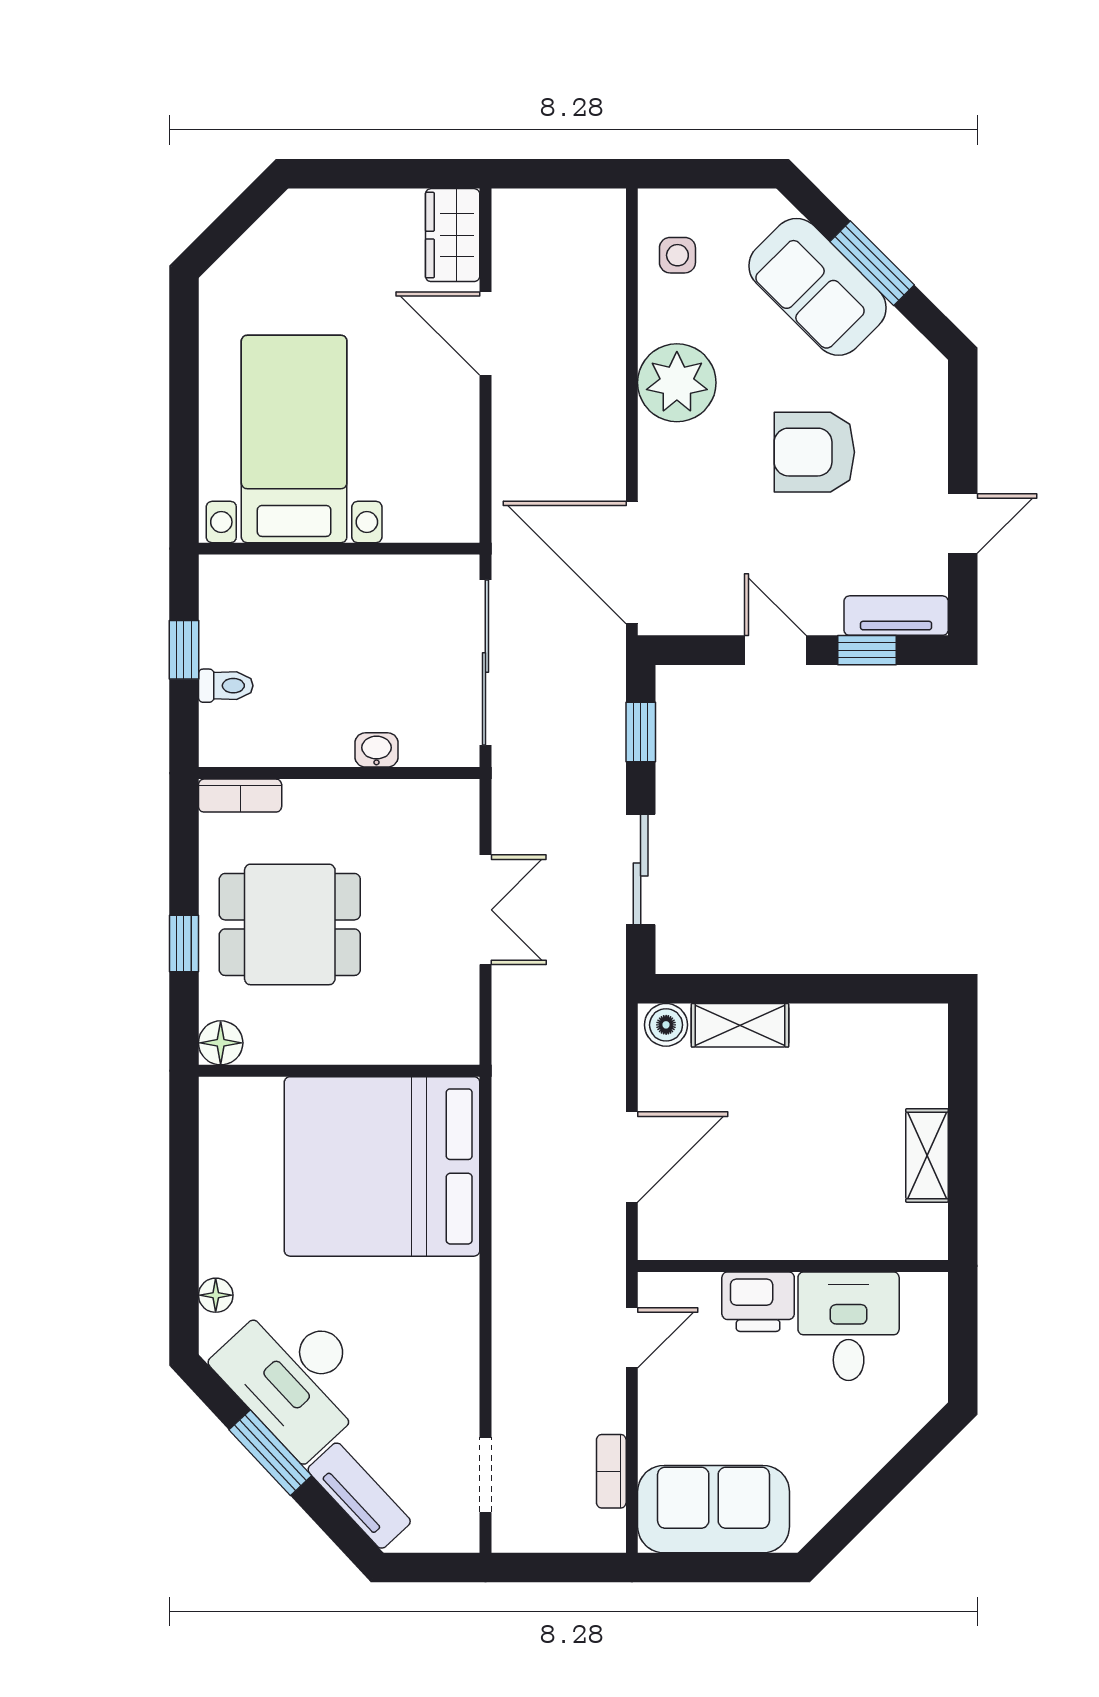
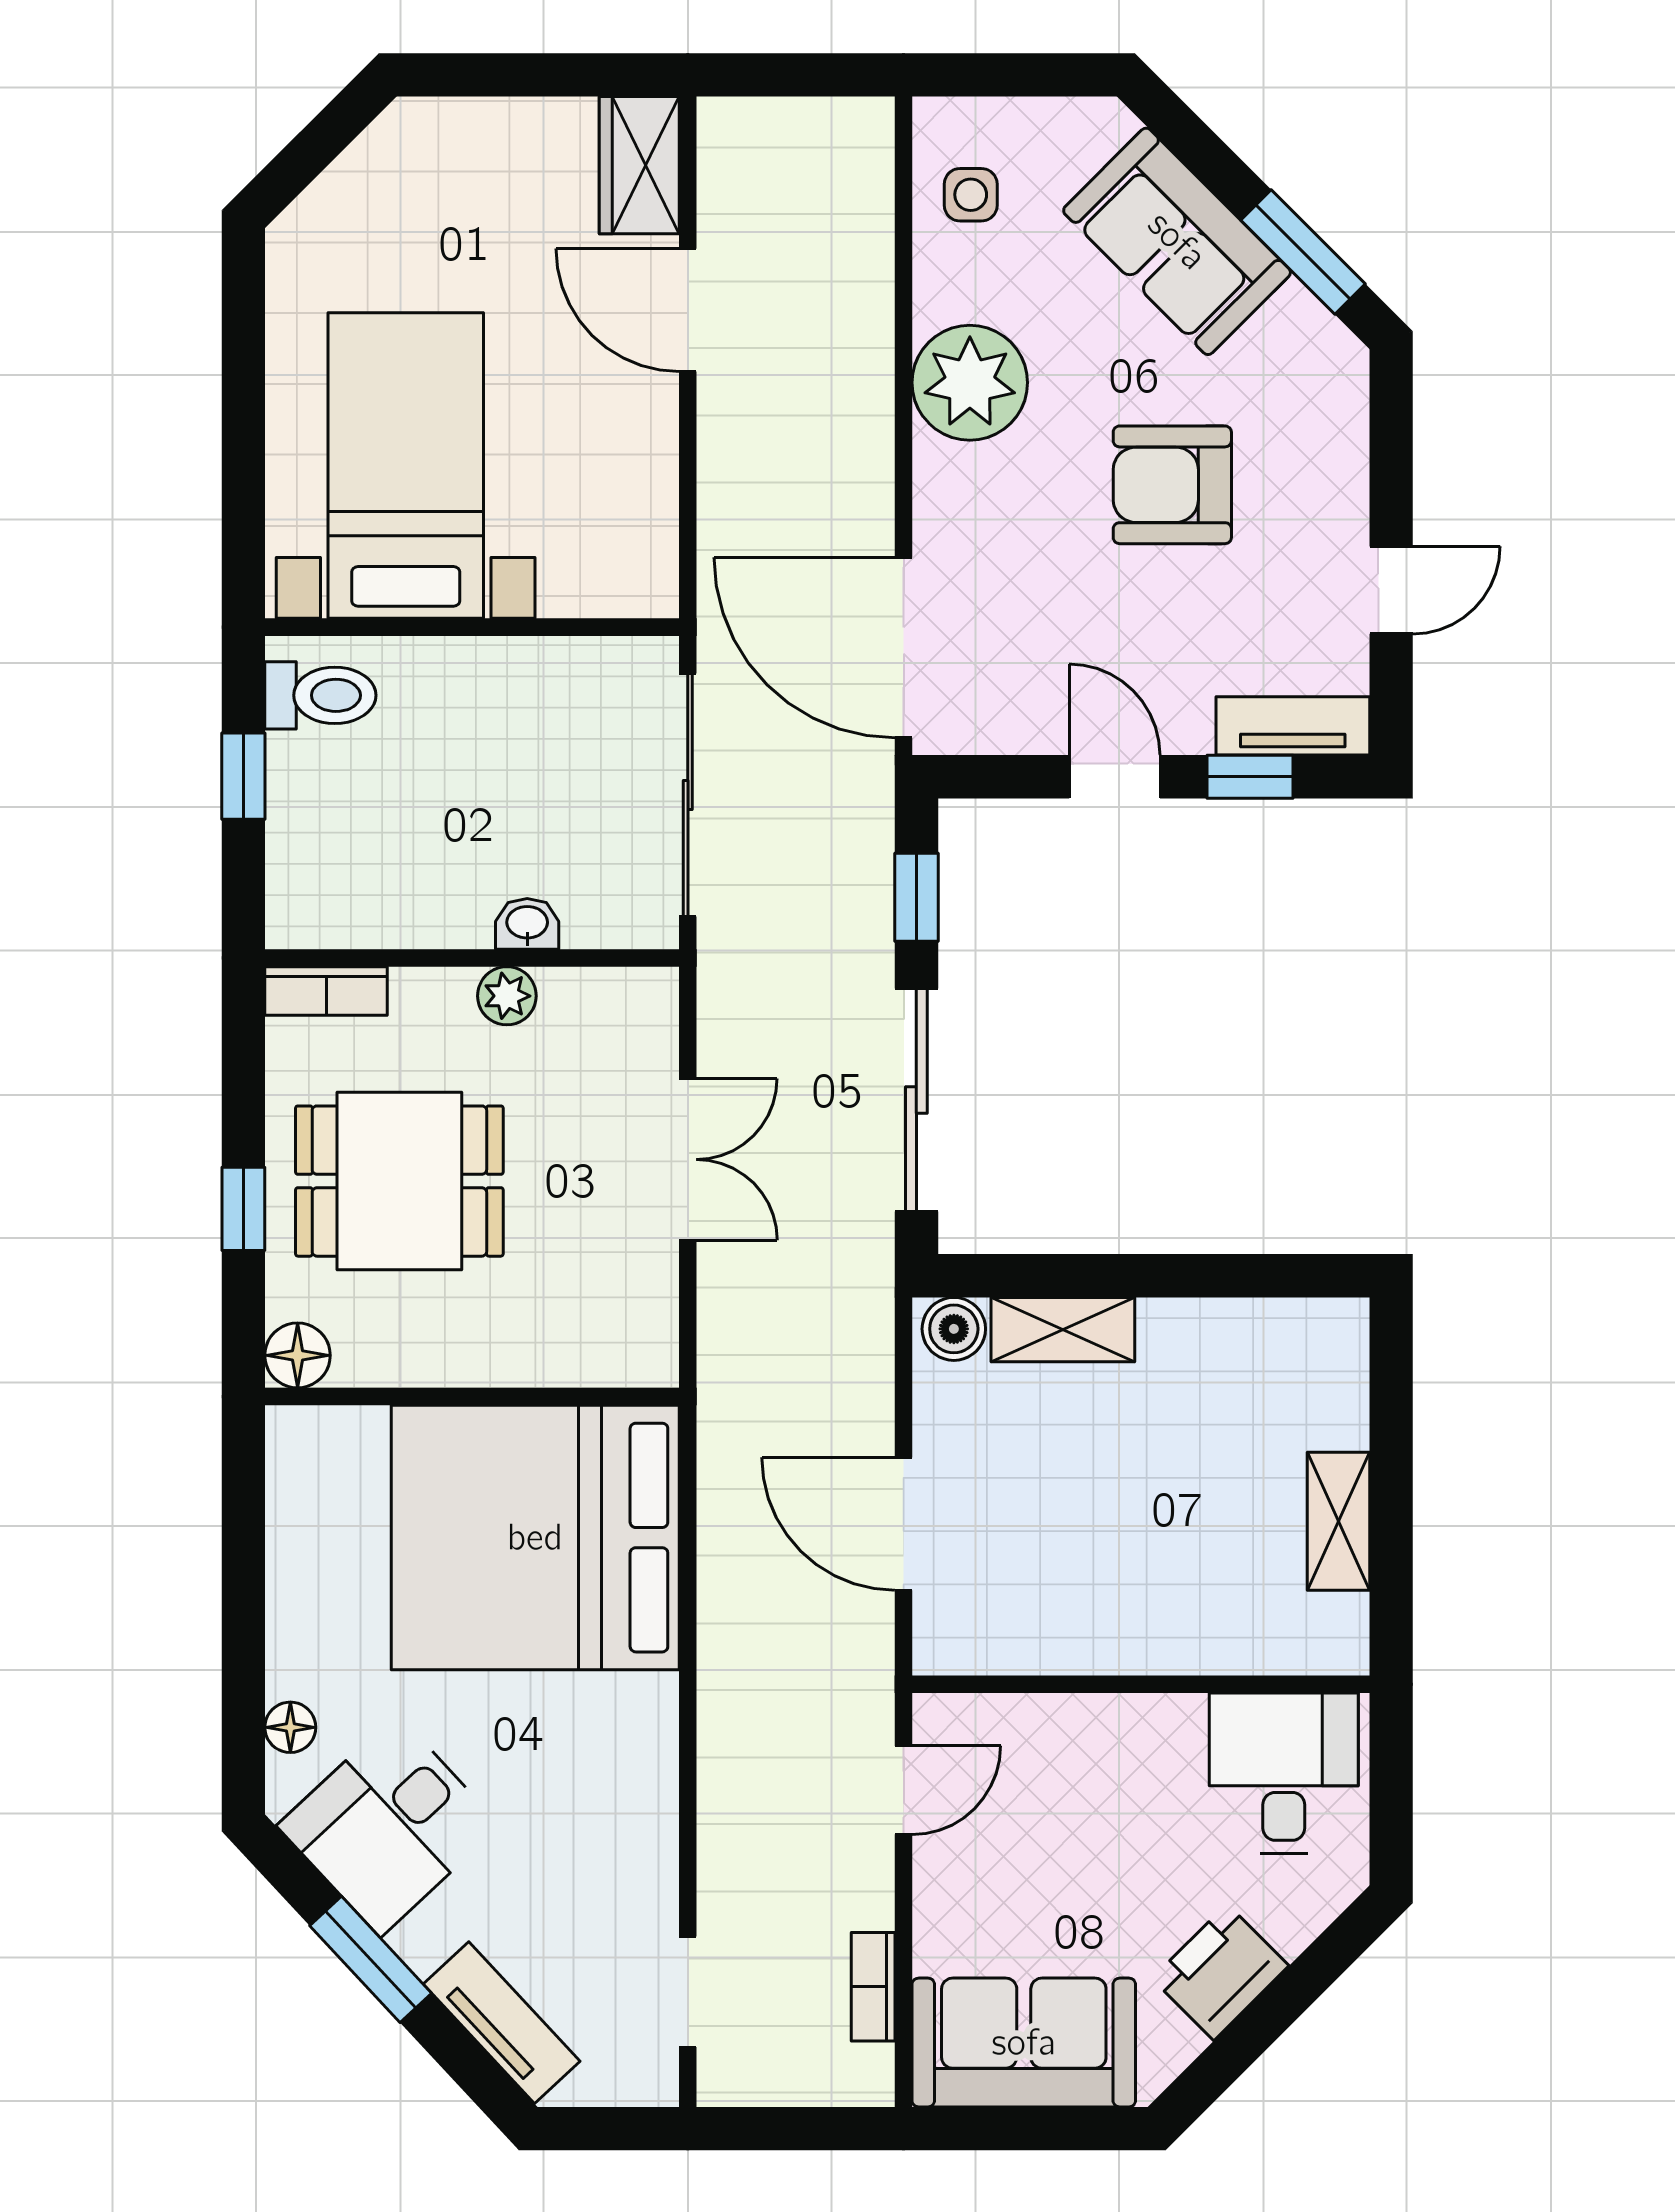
window: (872, 263) -> (1303, 252), moved
toilet: (226, 686) -> (320, 695), moved, width x1.37, depth x1.39
plant: (363, 799) -> (507, 996), added
sliding door: (641, 869) -> (916, 1100), width x1.37
door: (632, 1157) -> (904, 1524), swing flipped
printer: (758, 1302) -> (1220, 1972), moved, turned 135
desk: (849, 1326) -> (1284, 1773), moved
desk: (296, 1376) -> (389, 1826), width x0.73

